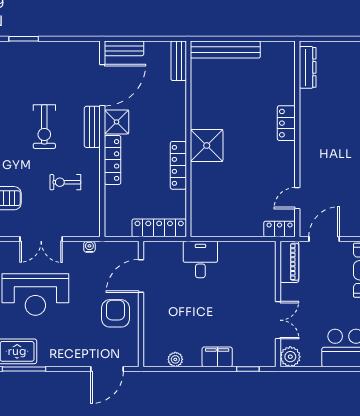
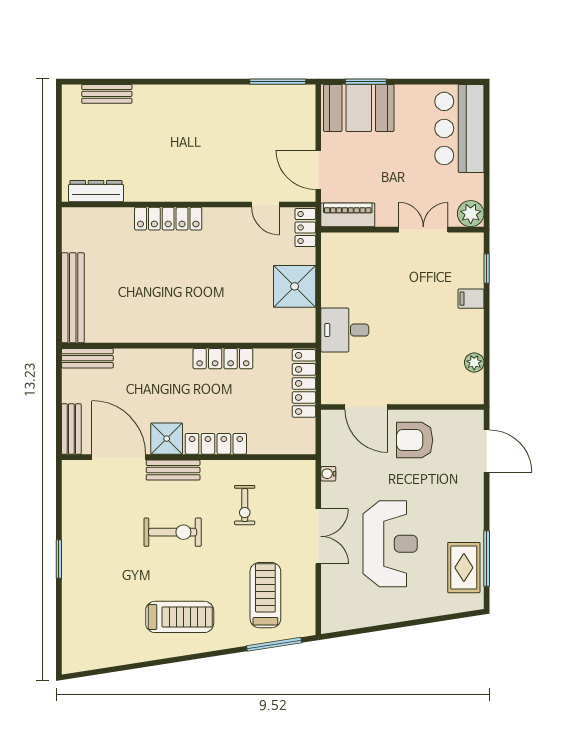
locker: (286, 123) -> (168, 219), width x1.53
shower: (207, 145) -> (295, 286), moved
filing cabinet: (217, 357) -> (471, 299), width x0.50

